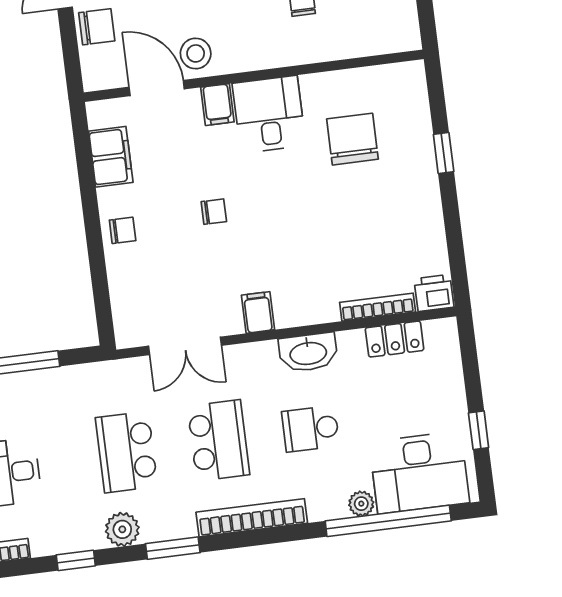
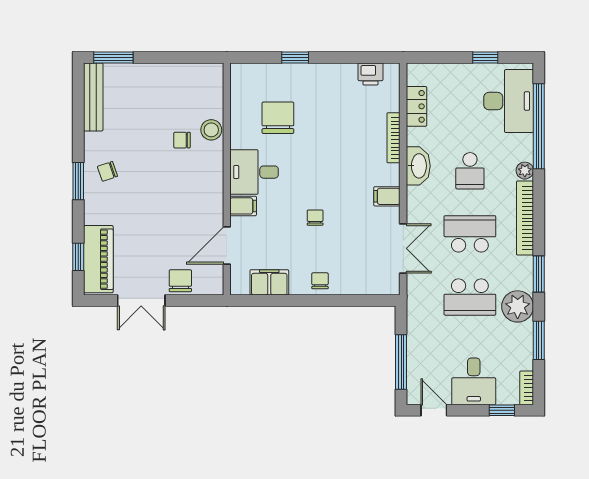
stool: (196, 53) -> (211, 130), moved
chair: (352, 139) -> (278, 118), turned 90
printer: (434, 293) -> (371, 74), moved, turned -90
bookcase: (378, 307) -> (394, 138), moved
plant: (361, 504) -> (525, 171), moved
plant: (122, 529) -> (518, 306), width x1.36, depth x1.36
window: (76, 560) -> (539, 340), width x1.50

